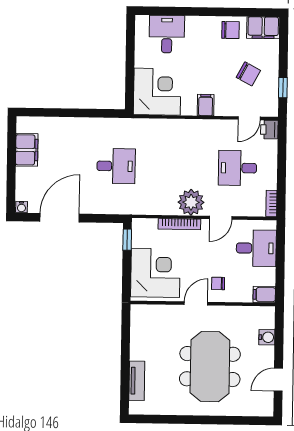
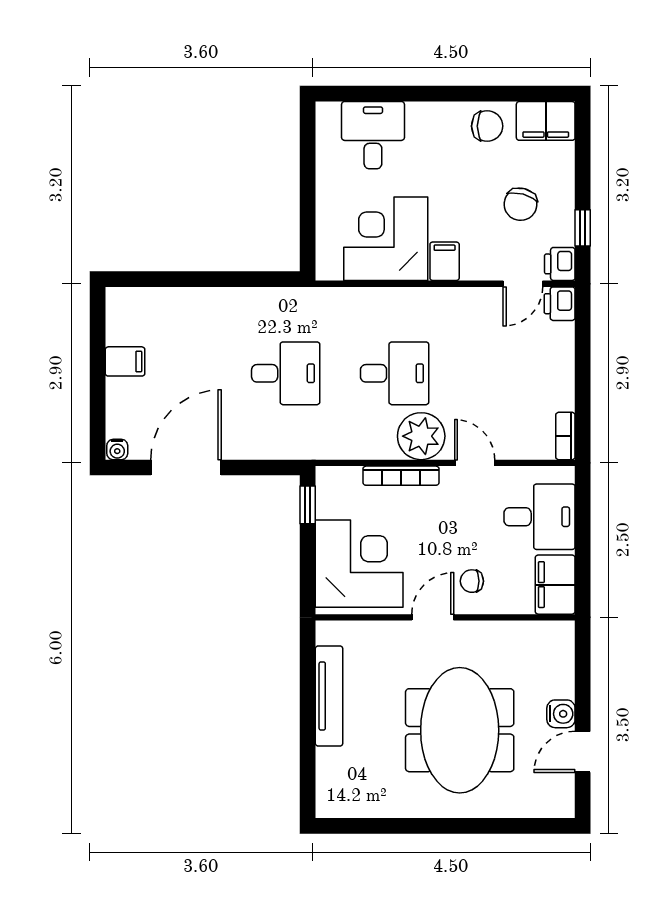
chair: (248, 74) -> (521, 204), turned 77
corner desk: (157, 92) -> (386, 239), moved, turned -90
printer: (270, 108) -> (560, 264), added
filing cabinet: (27, 150) -> (125, 361), width x0.50
desk: (237, 168) -> (395, 373), moved, turned 180
door: (221, 218) -> (475, 463), swing flipped
filing cabinet: (264, 294) -> (555, 585), width x2.00
water cooler: (267, 337) -> (561, 714), moved
tv unit: (137, 381) -> (329, 696), moved, width x1.41

